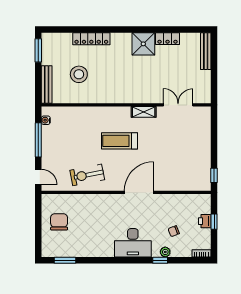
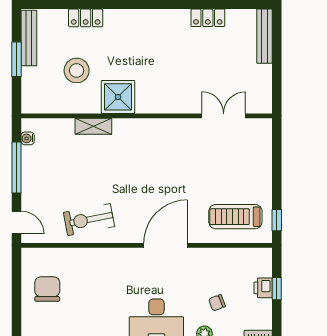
locker: (91, 39) -> (86, 18), width x0.66
shower: (143, 44) -> (118, 97), moved
window: (38, 50) -> (16, 59), moved
bench: (47, 85) -> (29, 38), moved
shelving: (144, 112) -> (93, 126), moved
treadmill: (119, 141) -> (235, 217), moved

